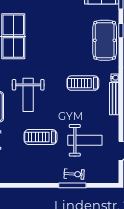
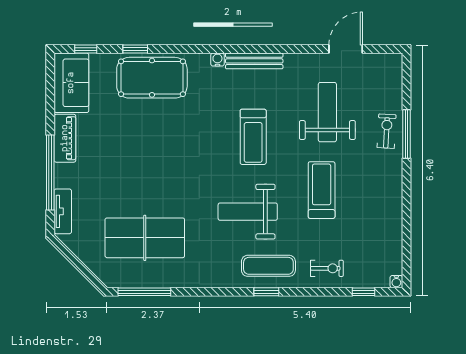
treadmill: (83, 83) -> (253, 137), moved
weight bench: (28, 95) -> (248, 212), turned 180
treadmill: (40, 137) -> (322, 190), turned 180

